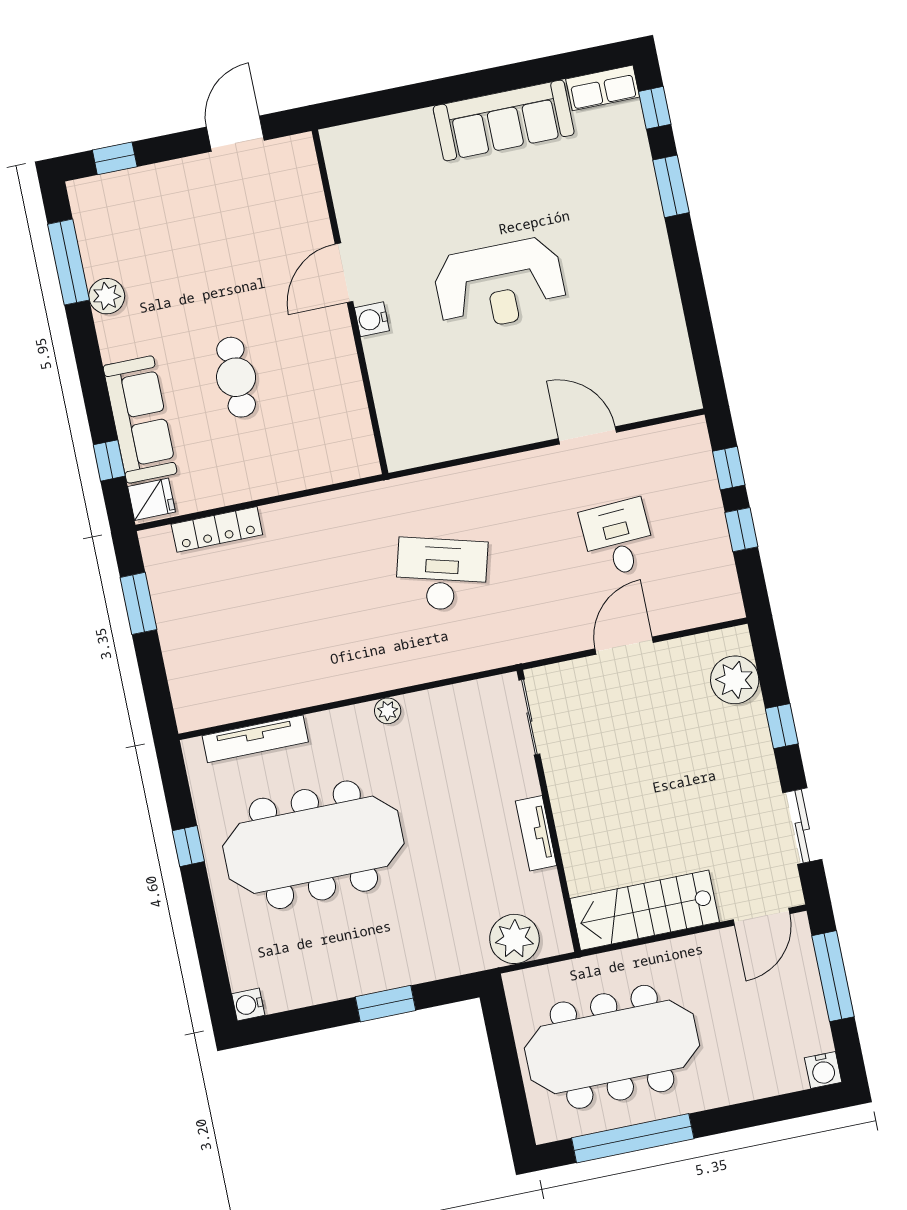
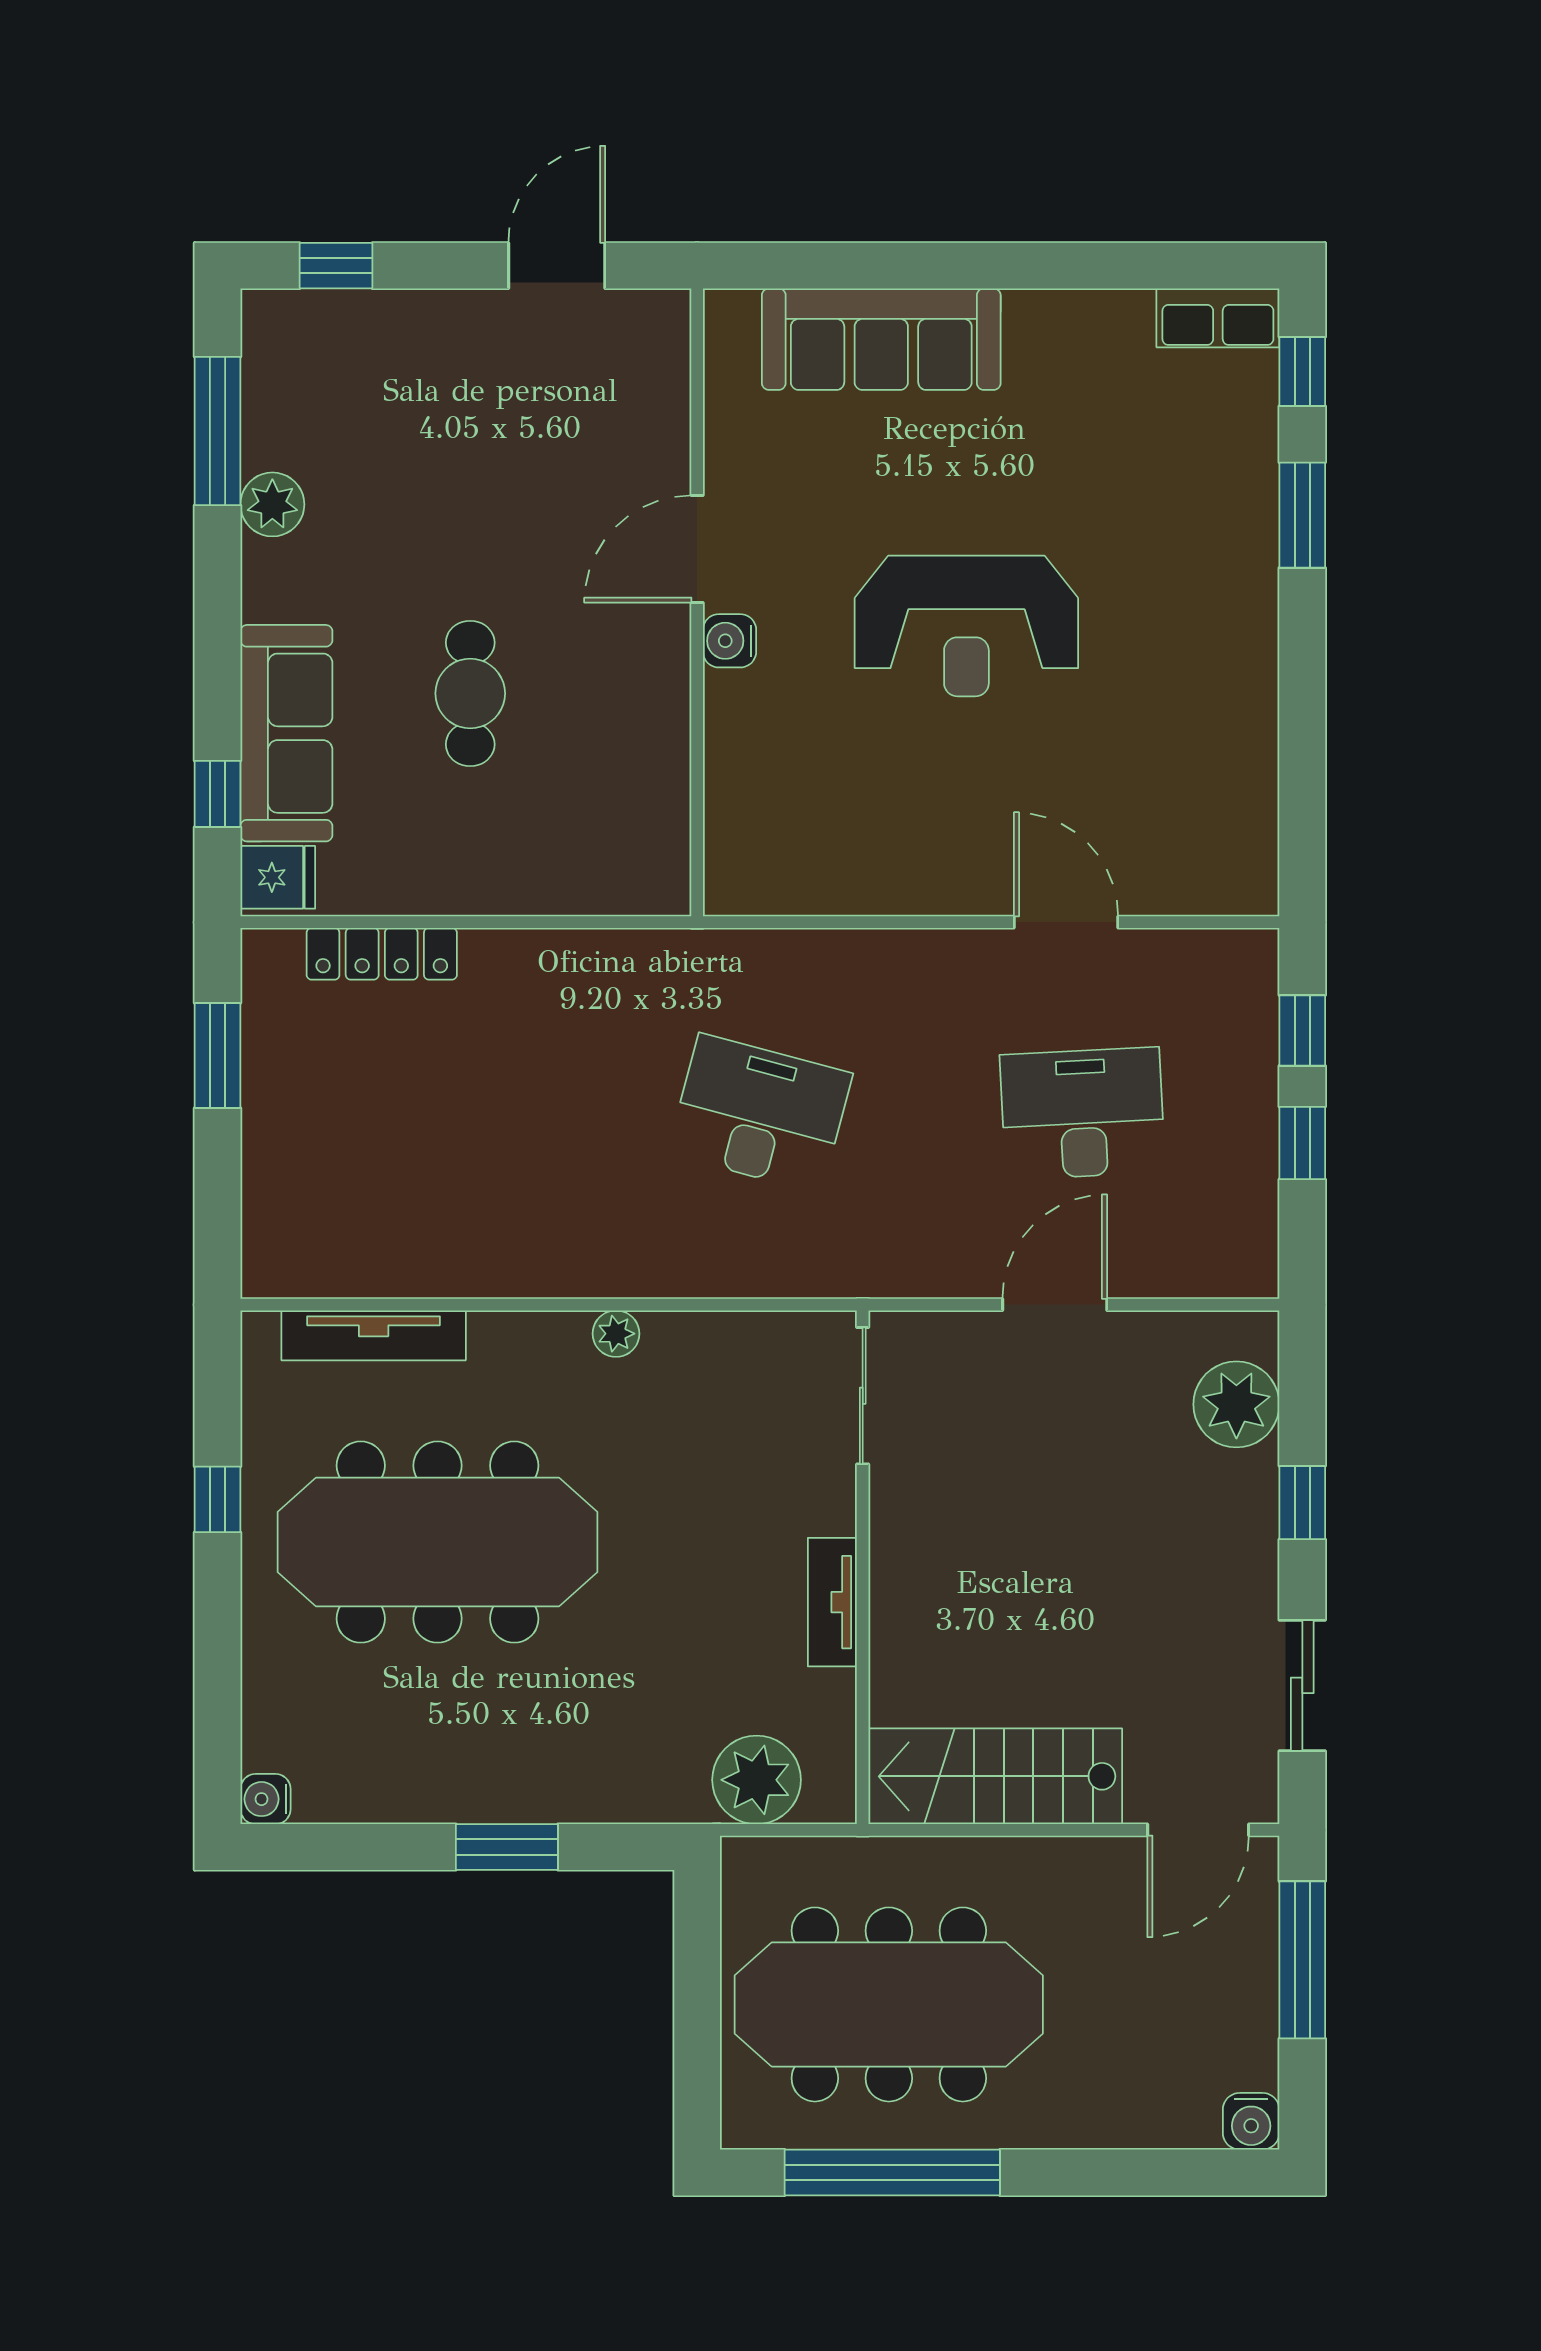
sofa: (504, 120) -> (881, 339), moved
desk: (618, 538) -> (1083, 1113), width x1.37

